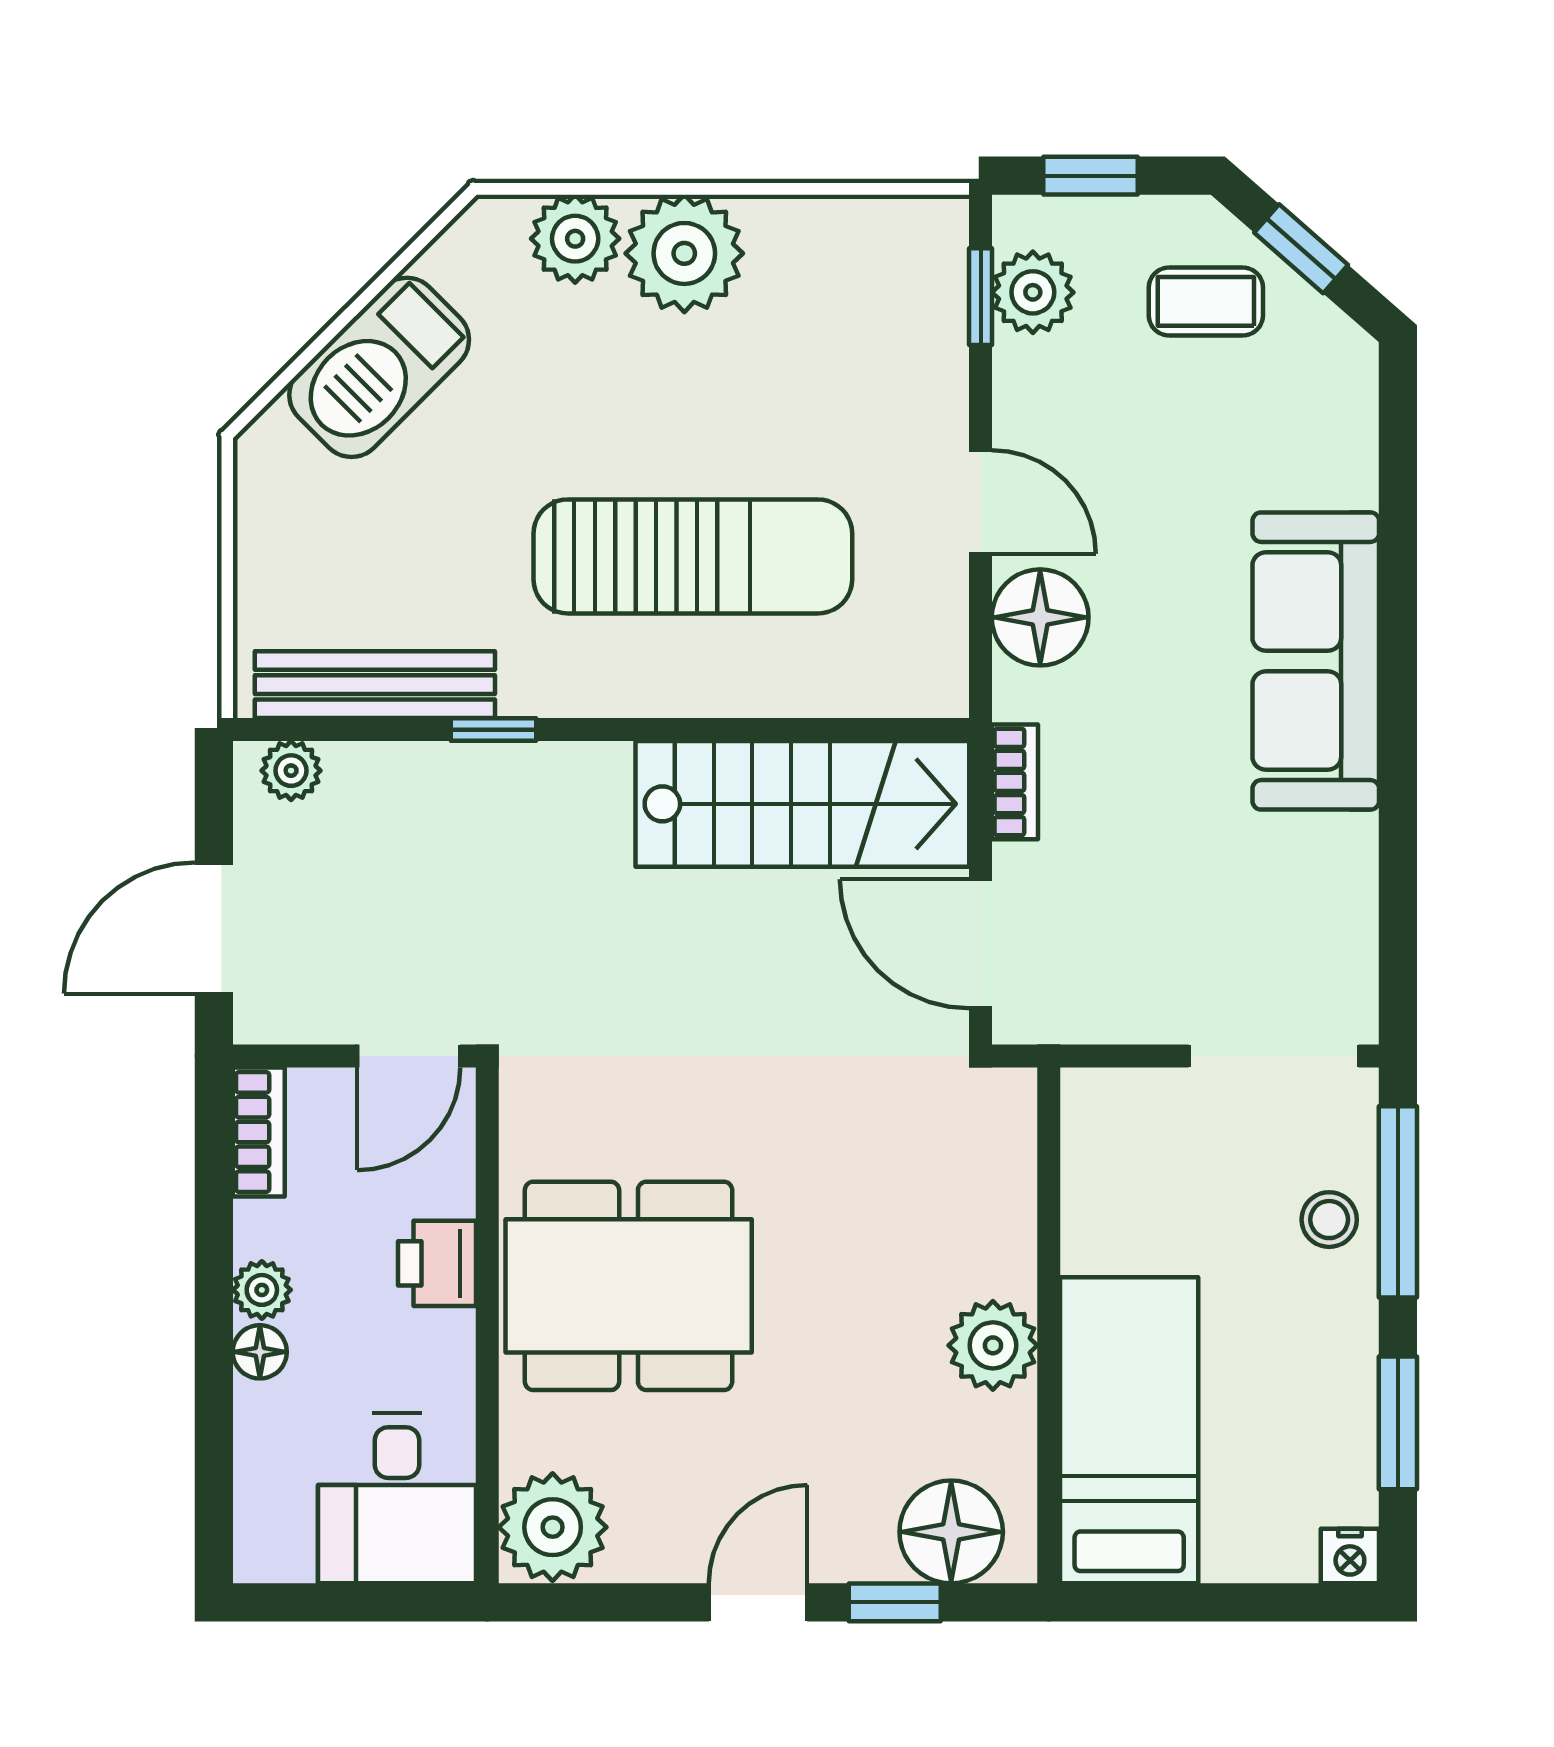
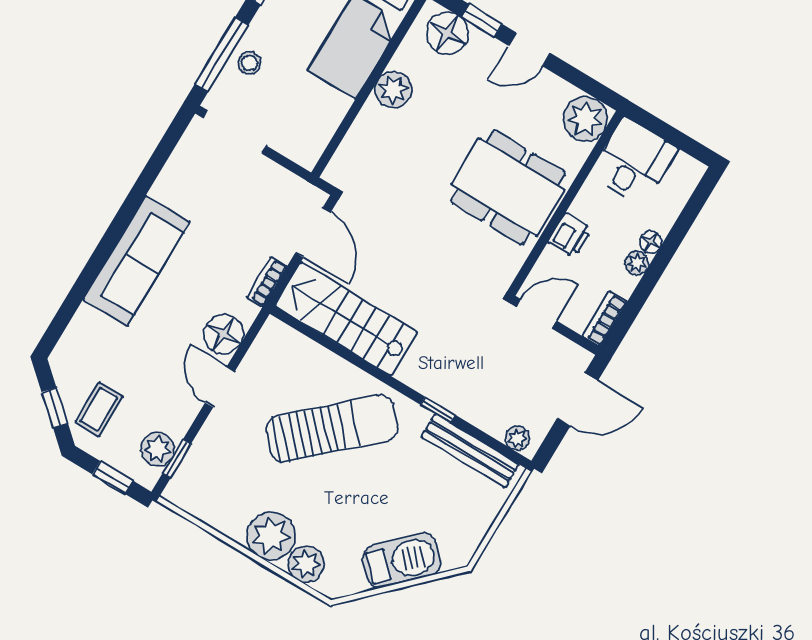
coffee table: (1206, 301) -> (99, 409), turned 90
sun lounger: (693, 556) -> (332, 428), turned 137

